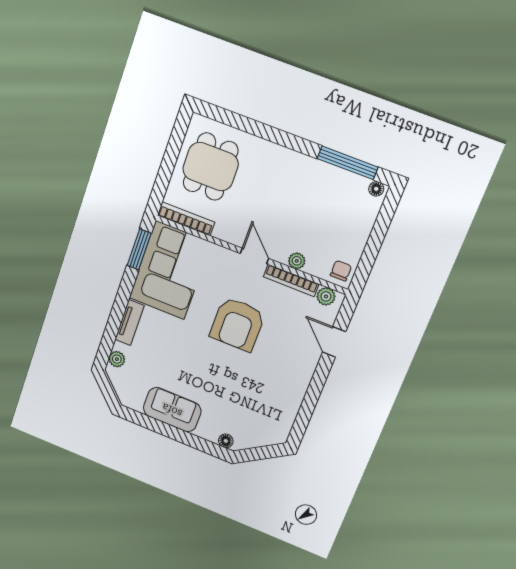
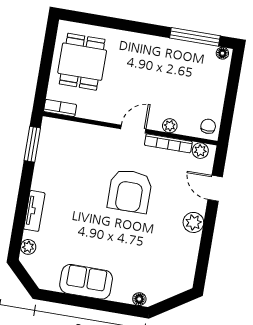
bookcase: (186, 219) -> (60, 108), width x0.64
door: (254, 256) -> (133, 129), hinge flipped
corner sofa: (170, 270) -> (63, 157), removed
plant: (301, 374) -> (193, 222), added

